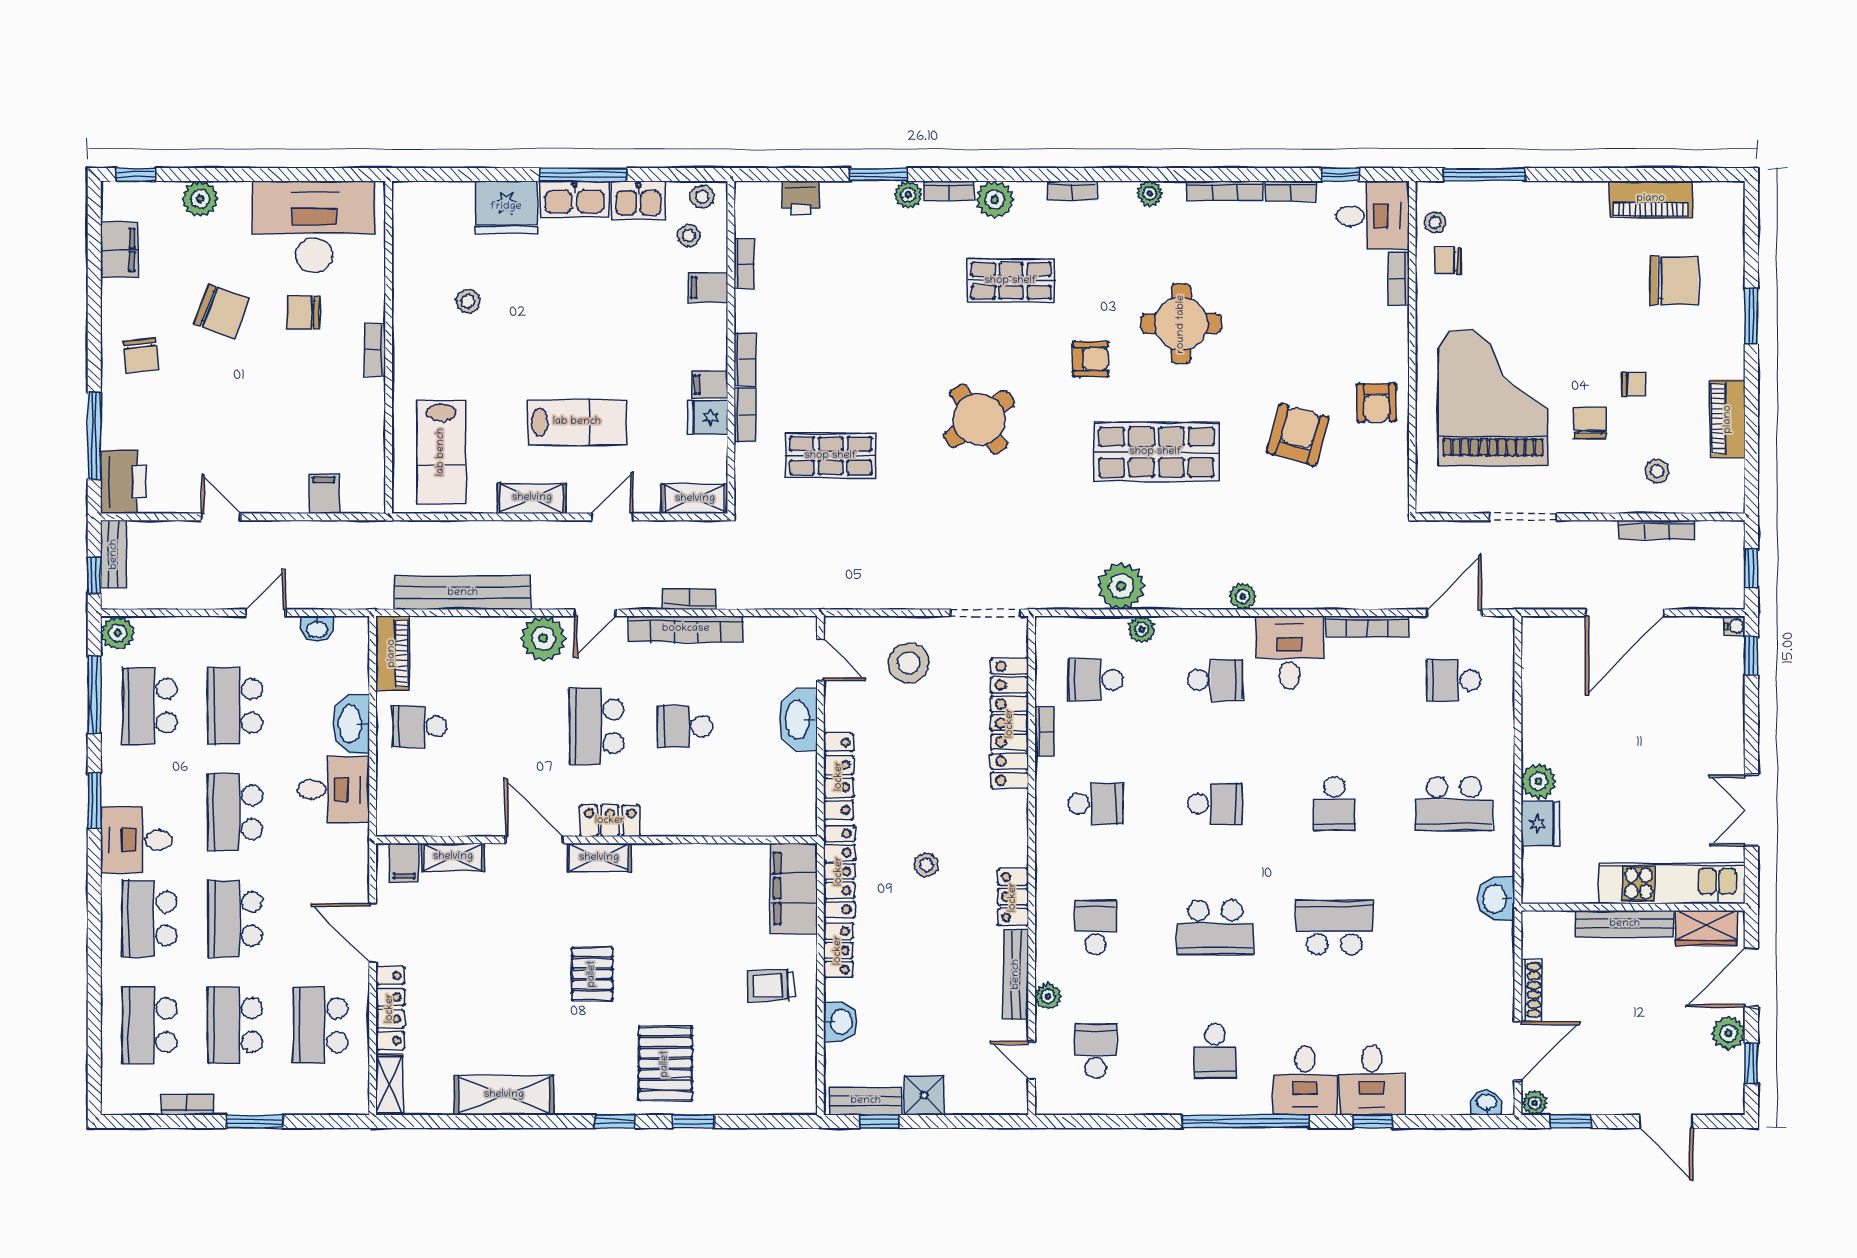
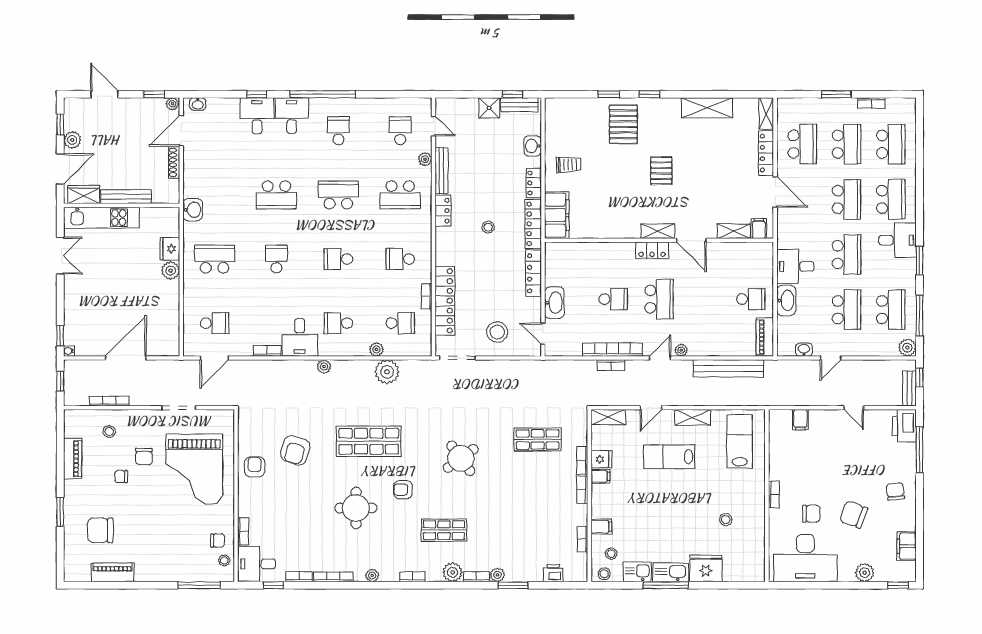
bookcase: (1367, 627) -> (267, 351), width x0.64
plant: (543, 638) -> (681, 350), width x0.53, depth x0.53
school desk: (1096, 927) -> (400, 195), width x1.85
school desk: (1096, 1051) -> (400, 131), turned 180

